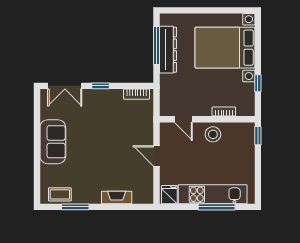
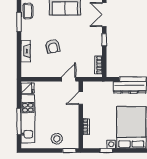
stool: (213, 134) -> (57, 139), moved
door: (156, 156) -> (69, 79), moved
armchair: (110, 159) -> (53, 46), added

